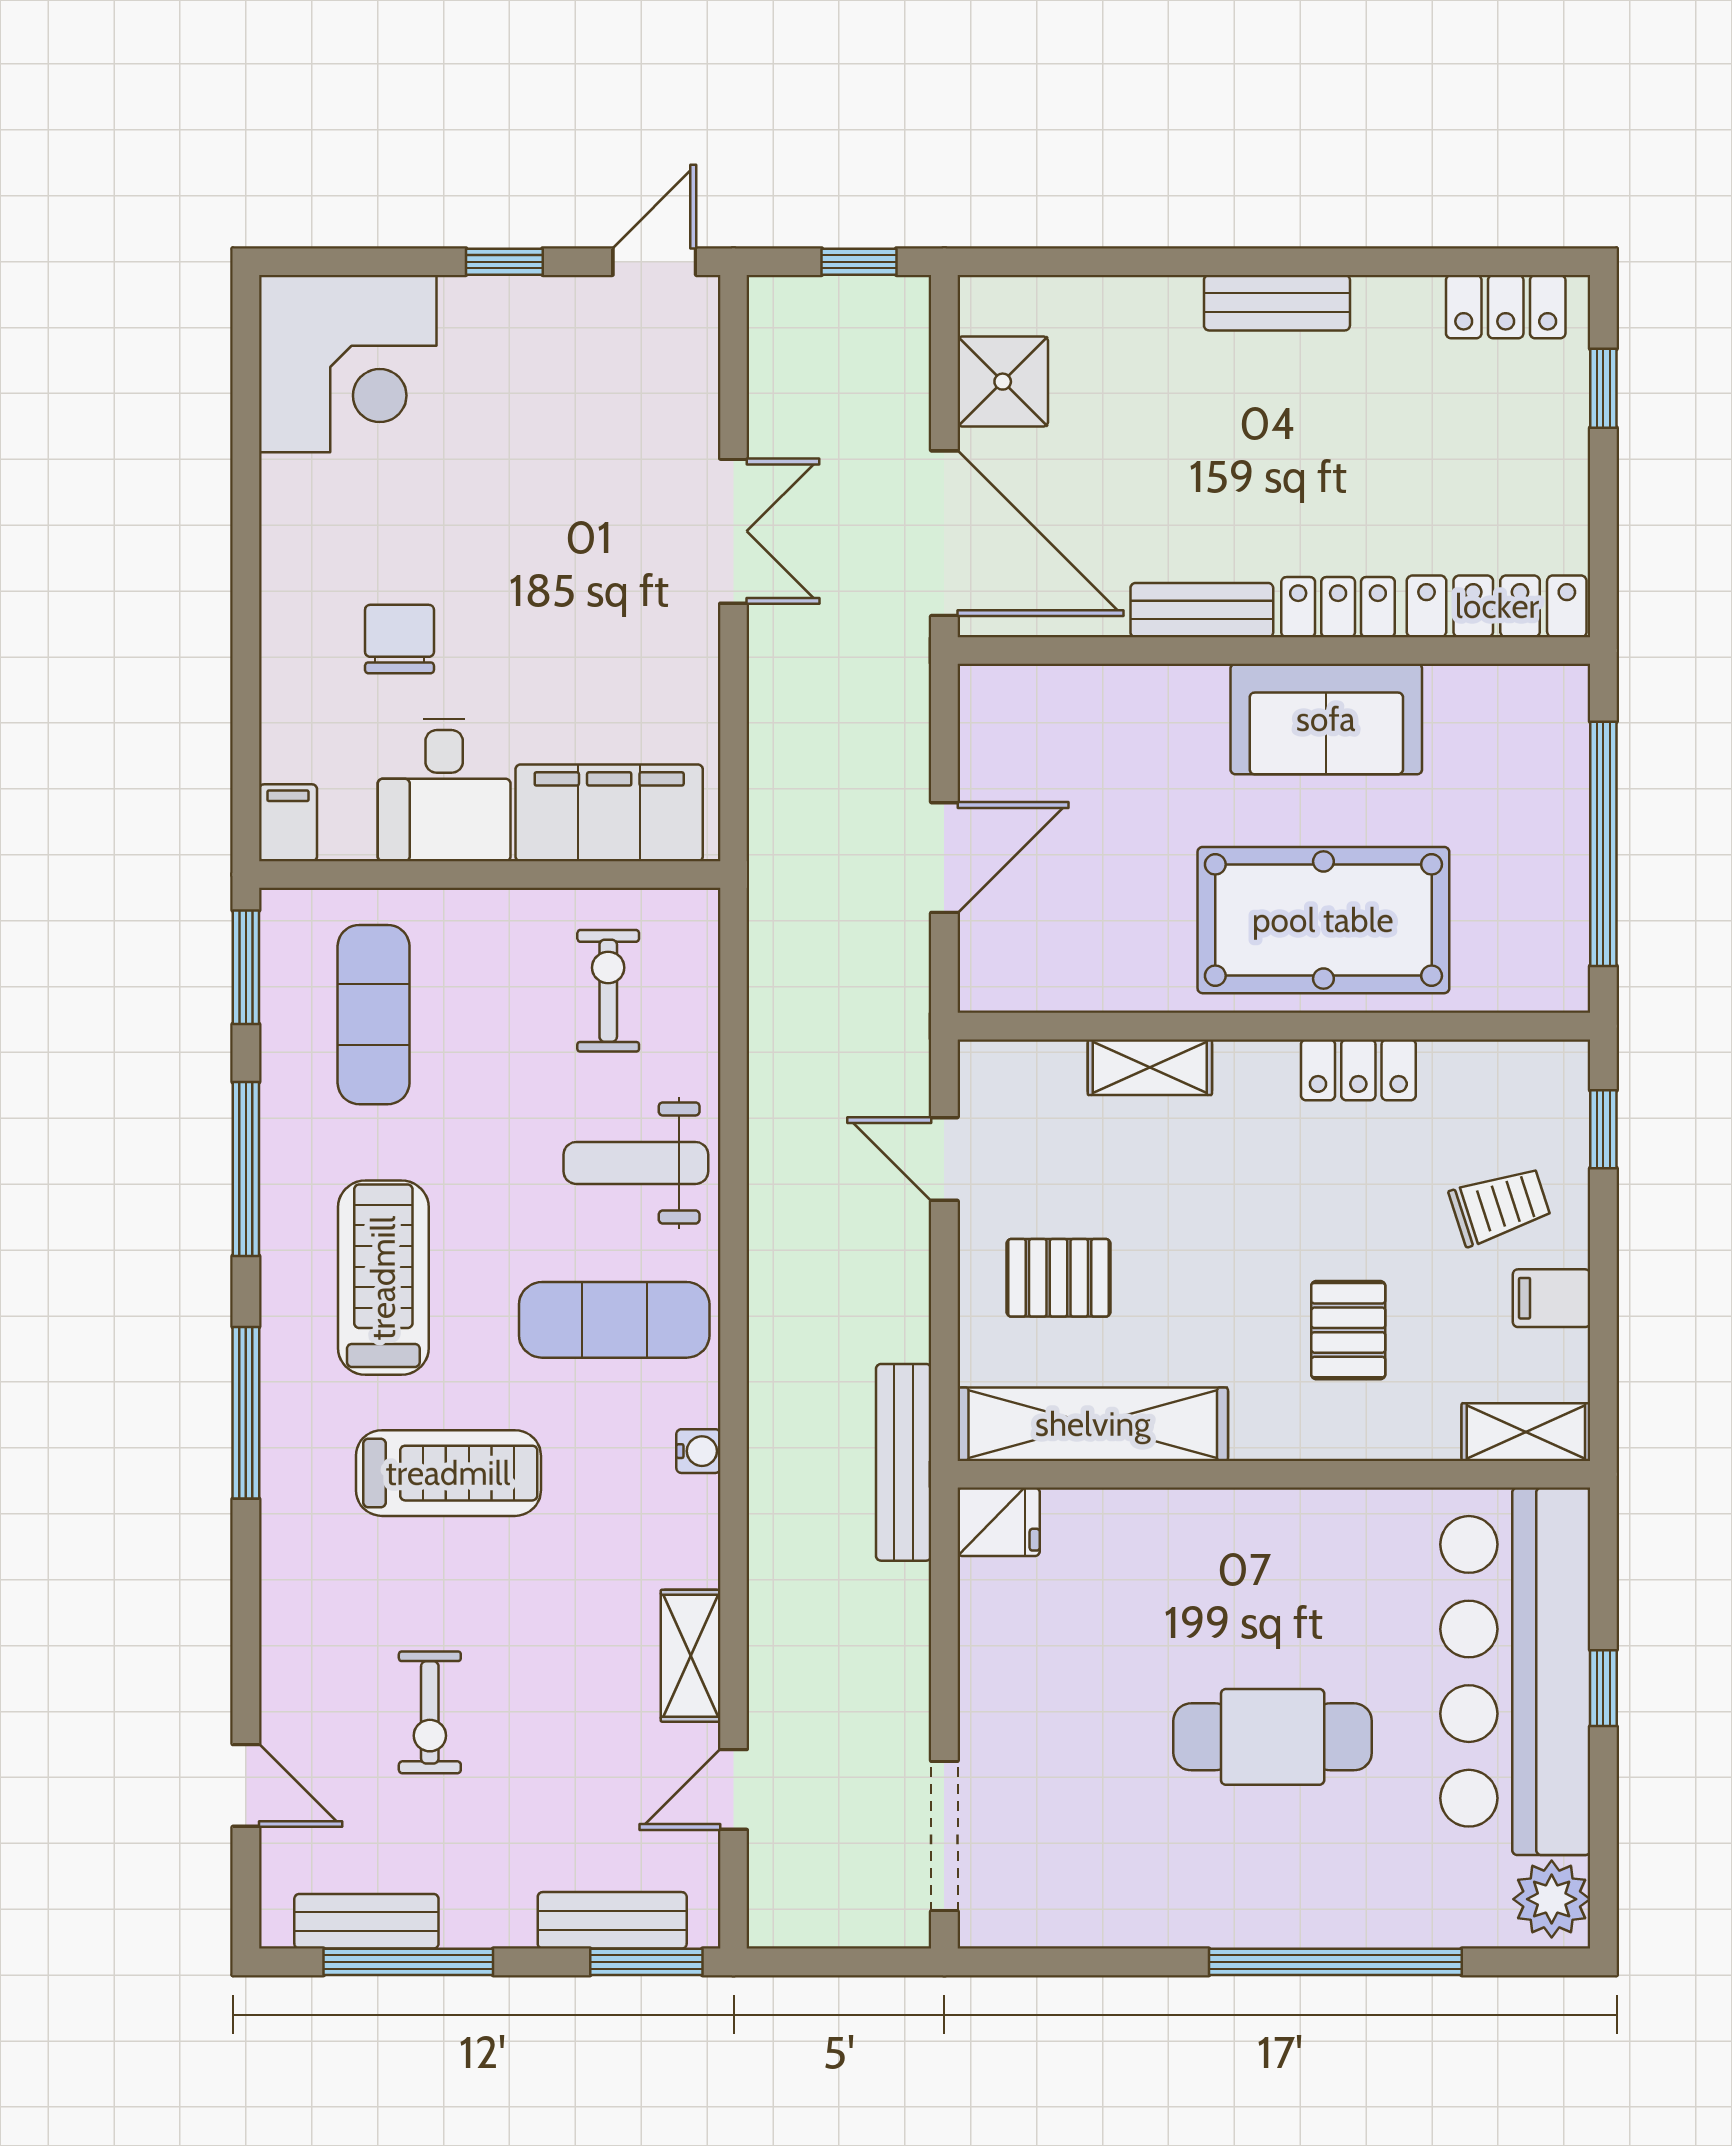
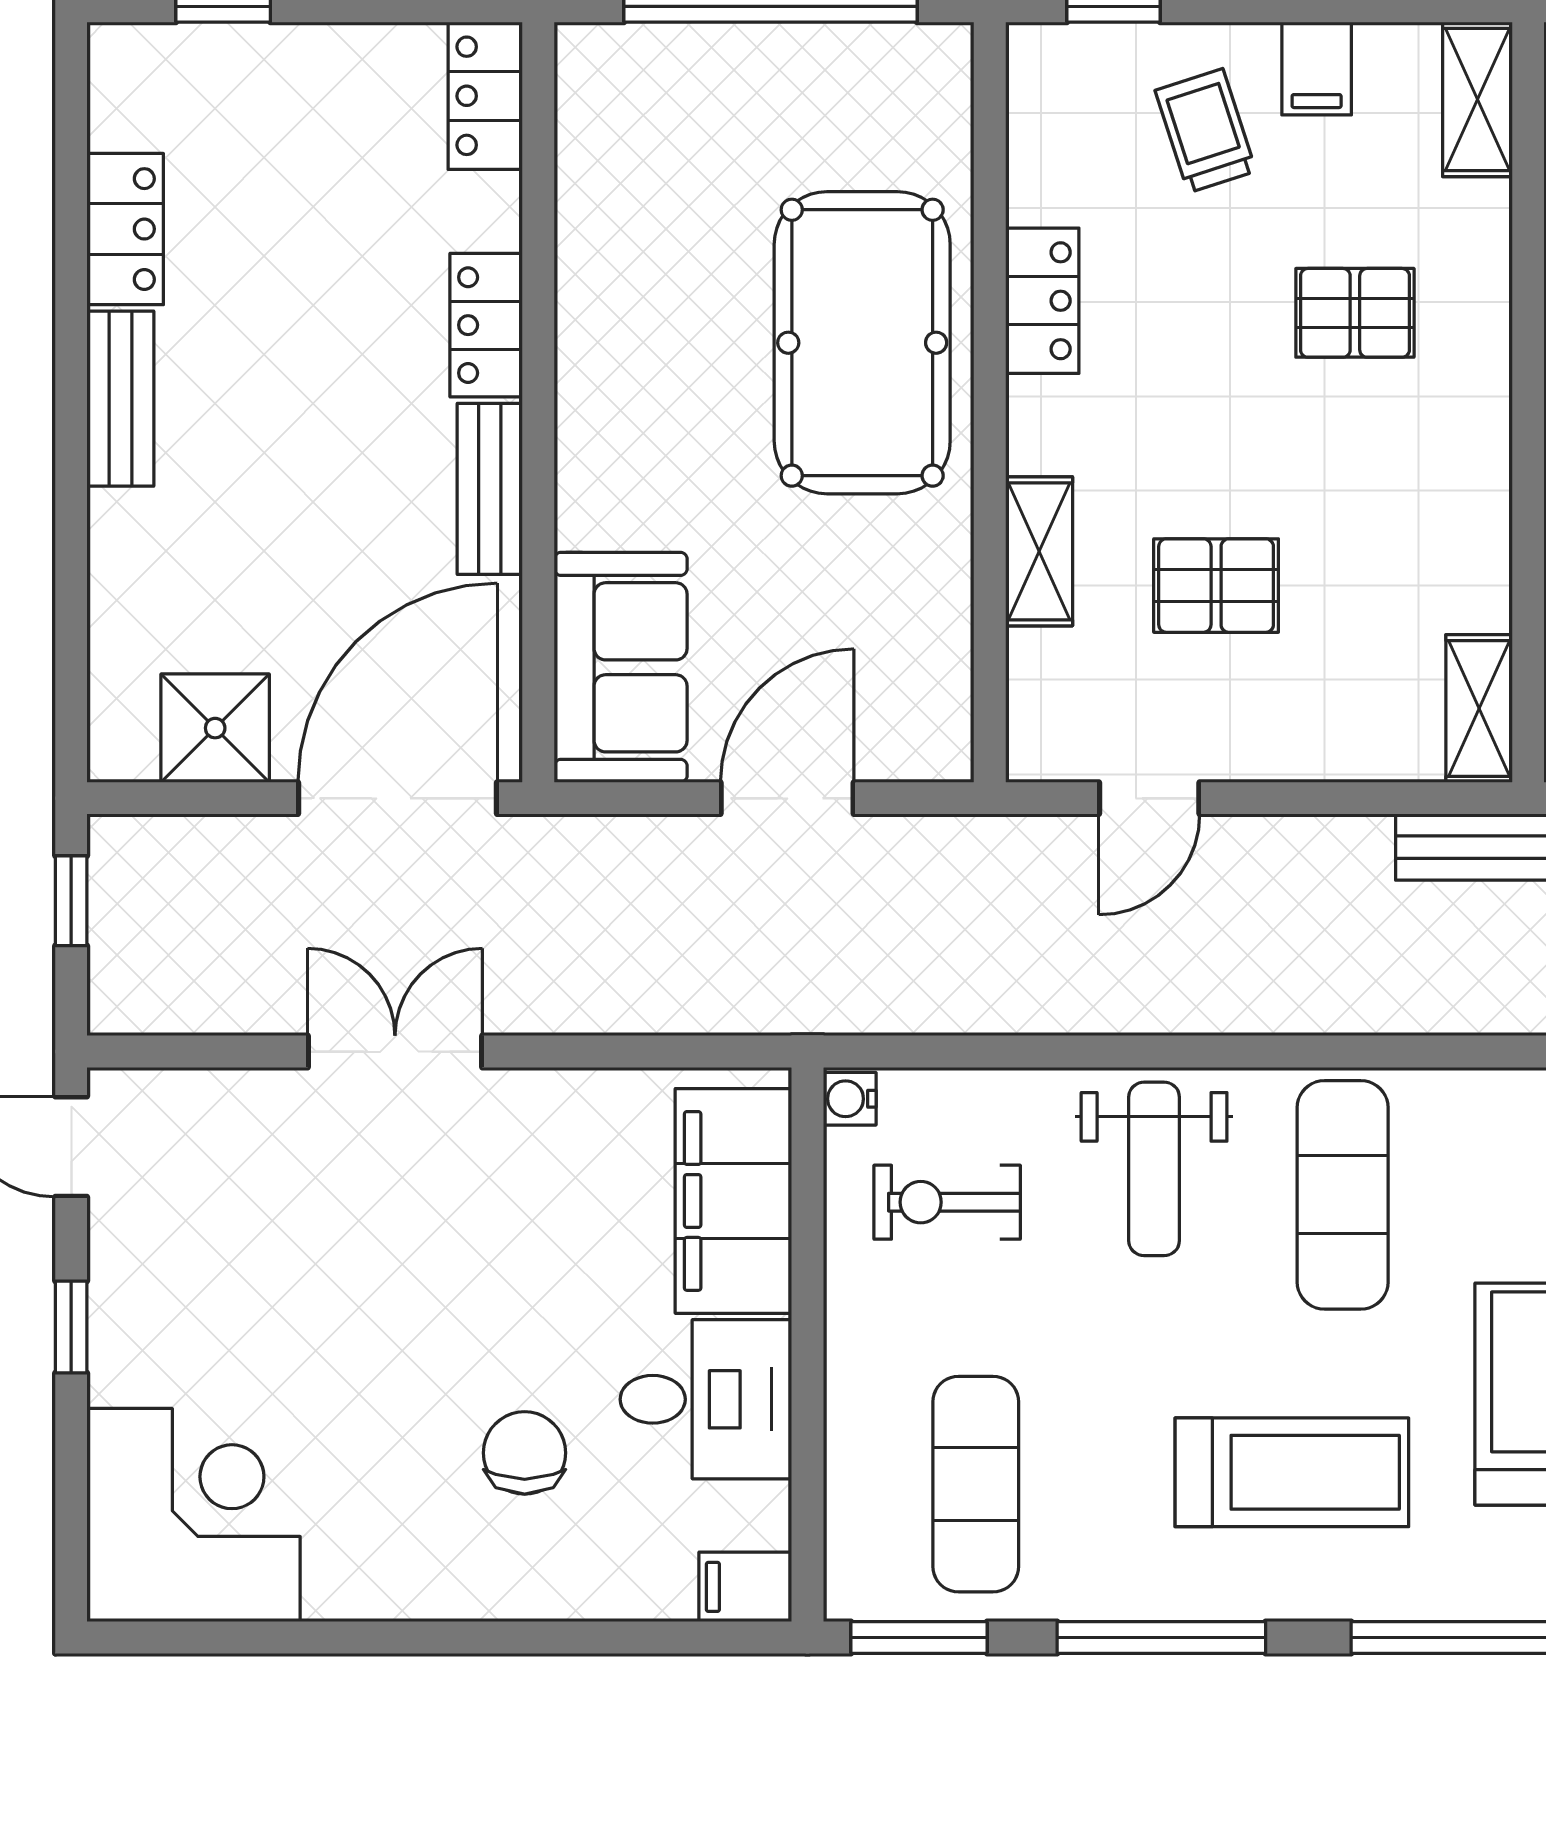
locker: (1506, 307) -> (125, 229), moved
locker: (1497, 606) -> (485, 96), width x0.66
chair: (399, 639) -> (525, 1453), turned 90
sofa: (1326, 719) -> (621, 667), moved
door: (944, 858) -> (787, 798), hinge flipped
exercise mat: (374, 1015) -> (976, 1484), turned 90
treadmill: (383, 1278) -> (1292, 1472), turned 180
pallet: (1058, 1278) -> (1216, 586), moved, turned 90
shelving: (1093, 1424) -> (1479, 708), width x0.45, depth x0.75
water cooler: (698, 1451) -> (850, 1099), moved, turned -90

